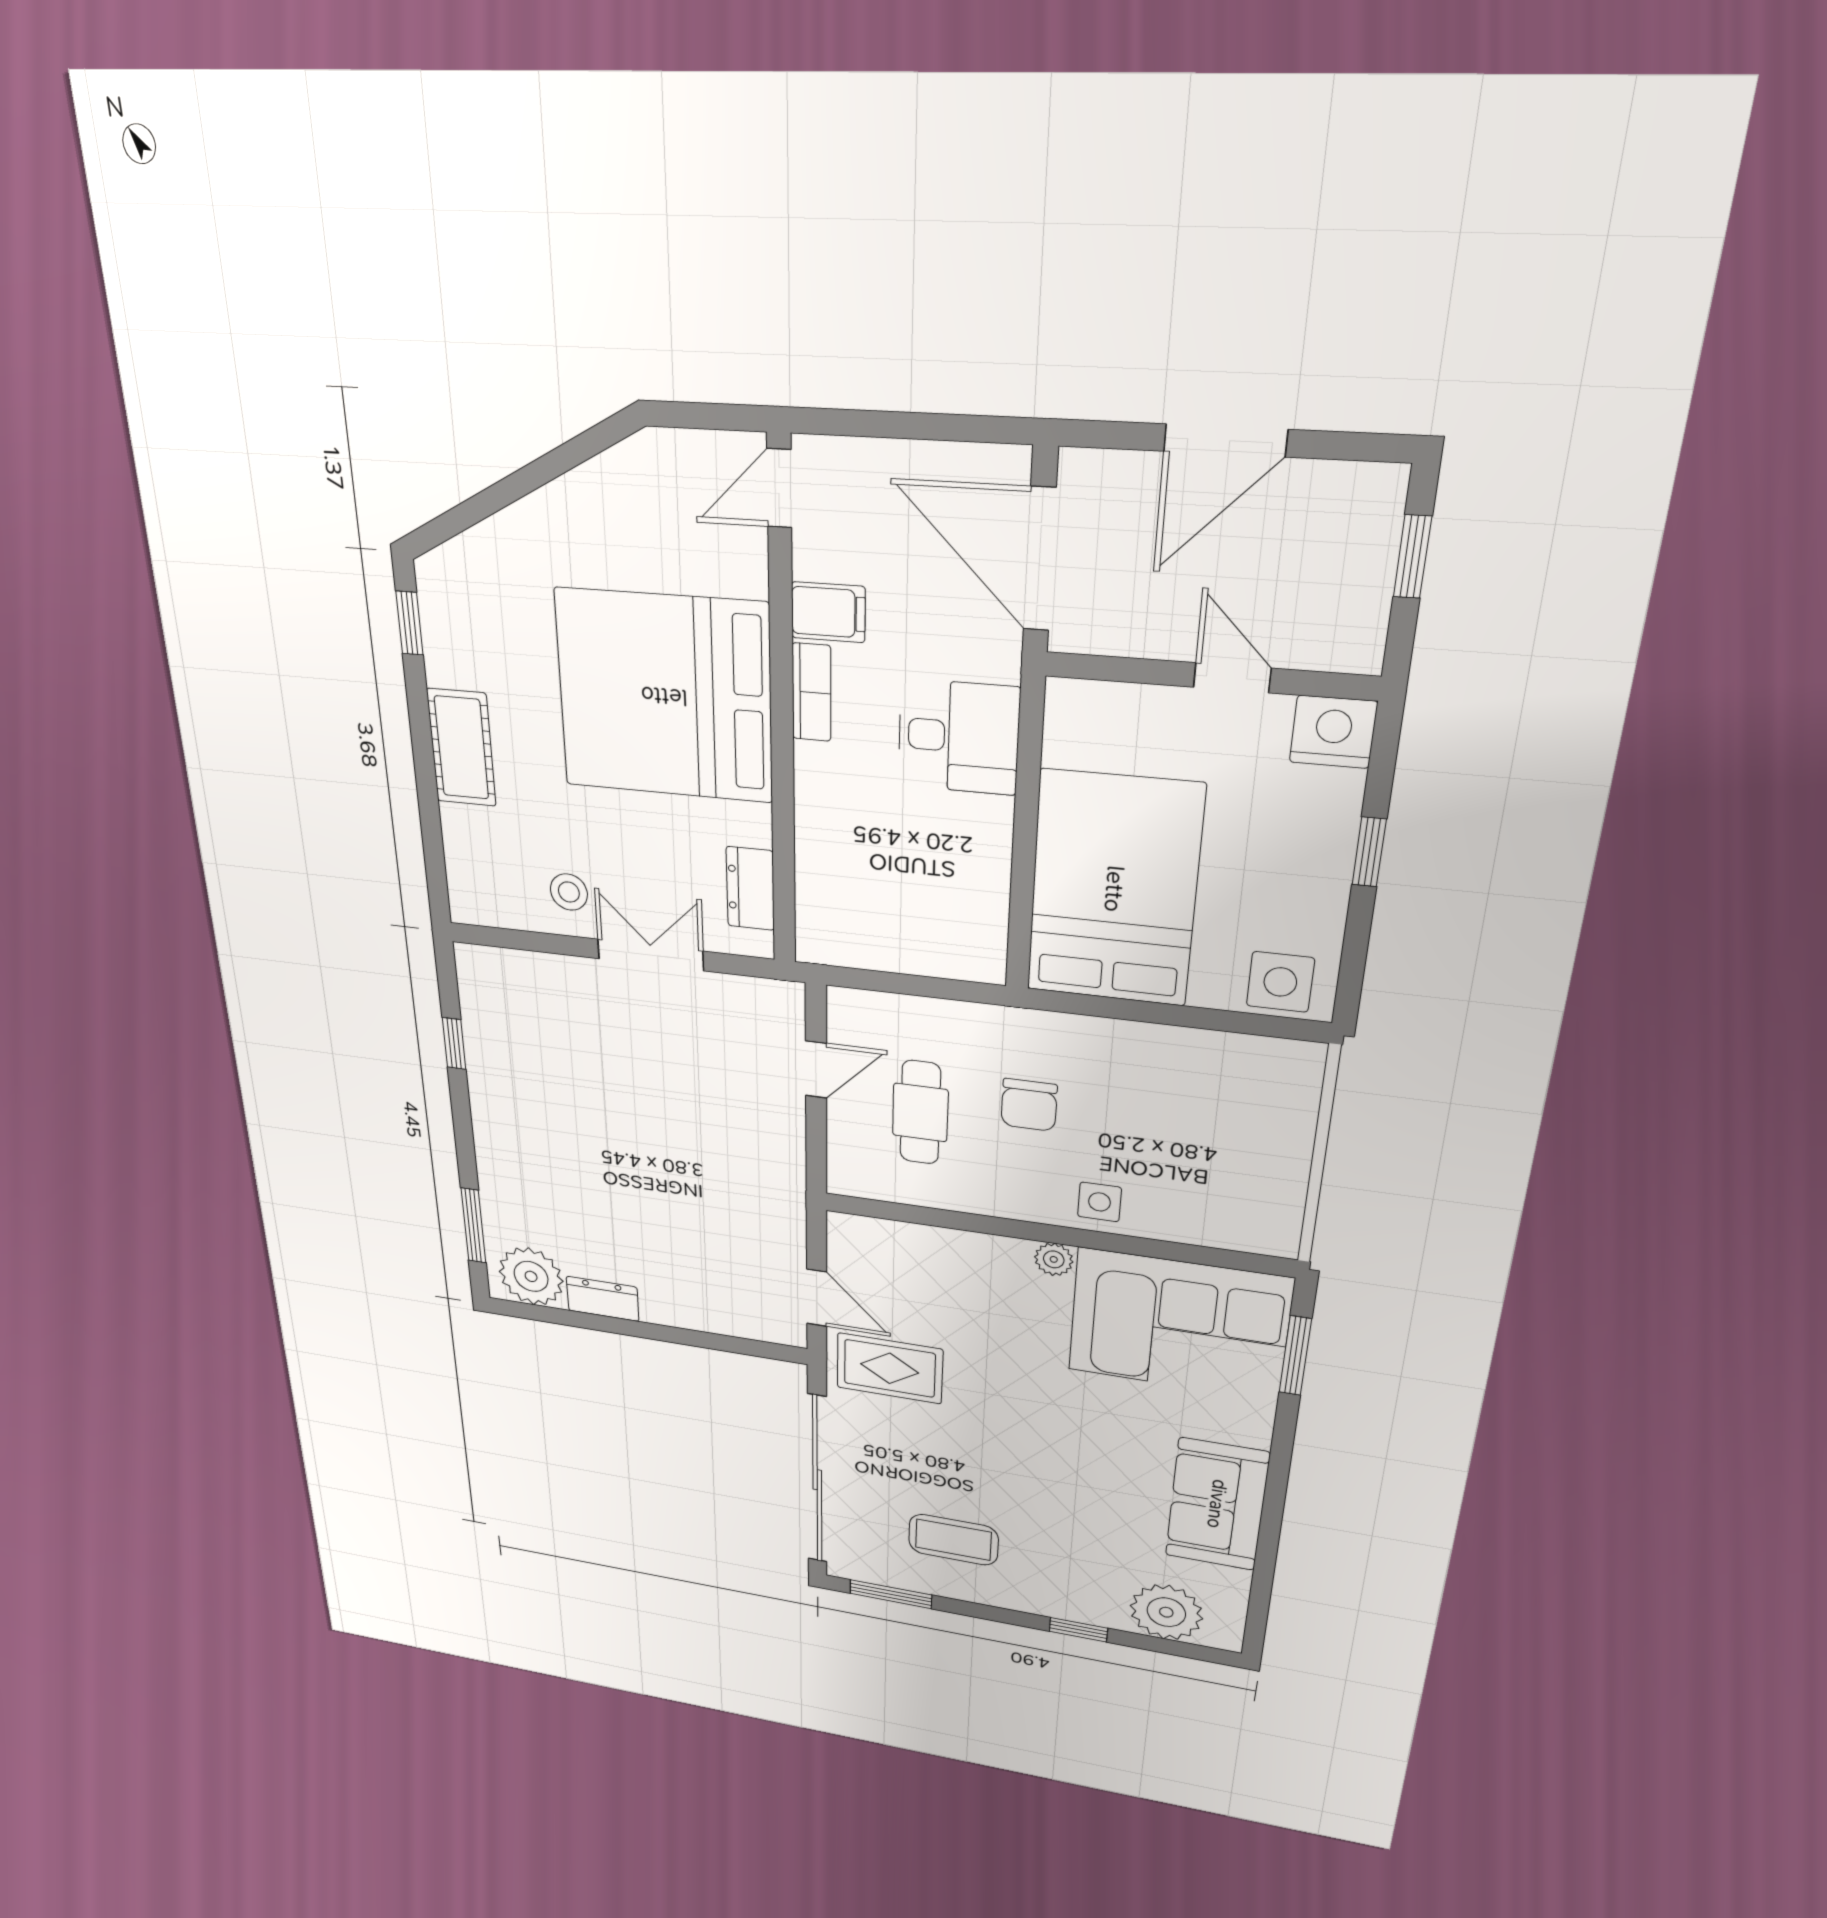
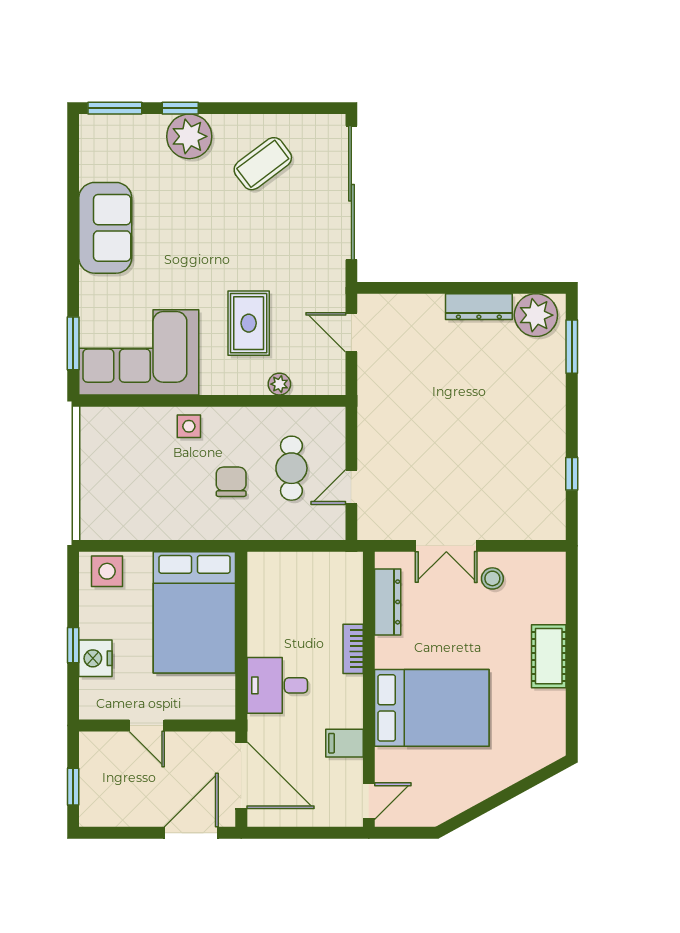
door: (1225, 440) -> (191, 833), moved
window: (409, 623) -> (572, 722), removed
bookcase: (812, 692) -> (353, 649), moved
bed: (664, 696) -> (432, 708), width x0.73
nightstand: (1333, 732) -> (95, 658), moved, turned 90
dresser: (750, 889) -> (388, 602), width x1.44
plant: (1054, 1259) -> (279, 384), moved
dresser: (603, 1299) -> (479, 307), width x1.44
rug: (890, 1368) -> (249, 323), moved, turned 90
coffee table: (953, 1540) -> (263, 164), turned -37
window: (891, 1594) -> (115, 108), moved
plant: (1166, 1612) -> (189, 136), moved

